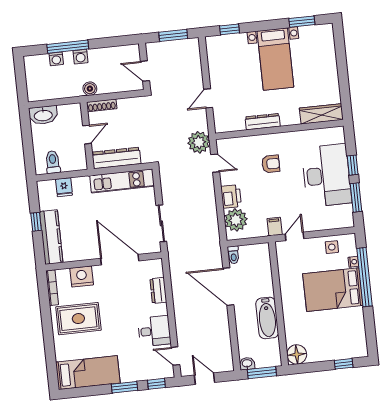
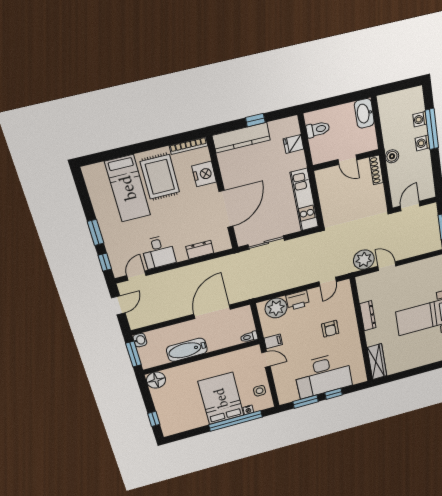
plant: (199, 142) -> (364, 260), moved
dresser: (116, 158) -> (326, 191), removed
toilet: (233, 255) -> (249, 337), moved
bed: (88, 373) -> (128, 188), moved

